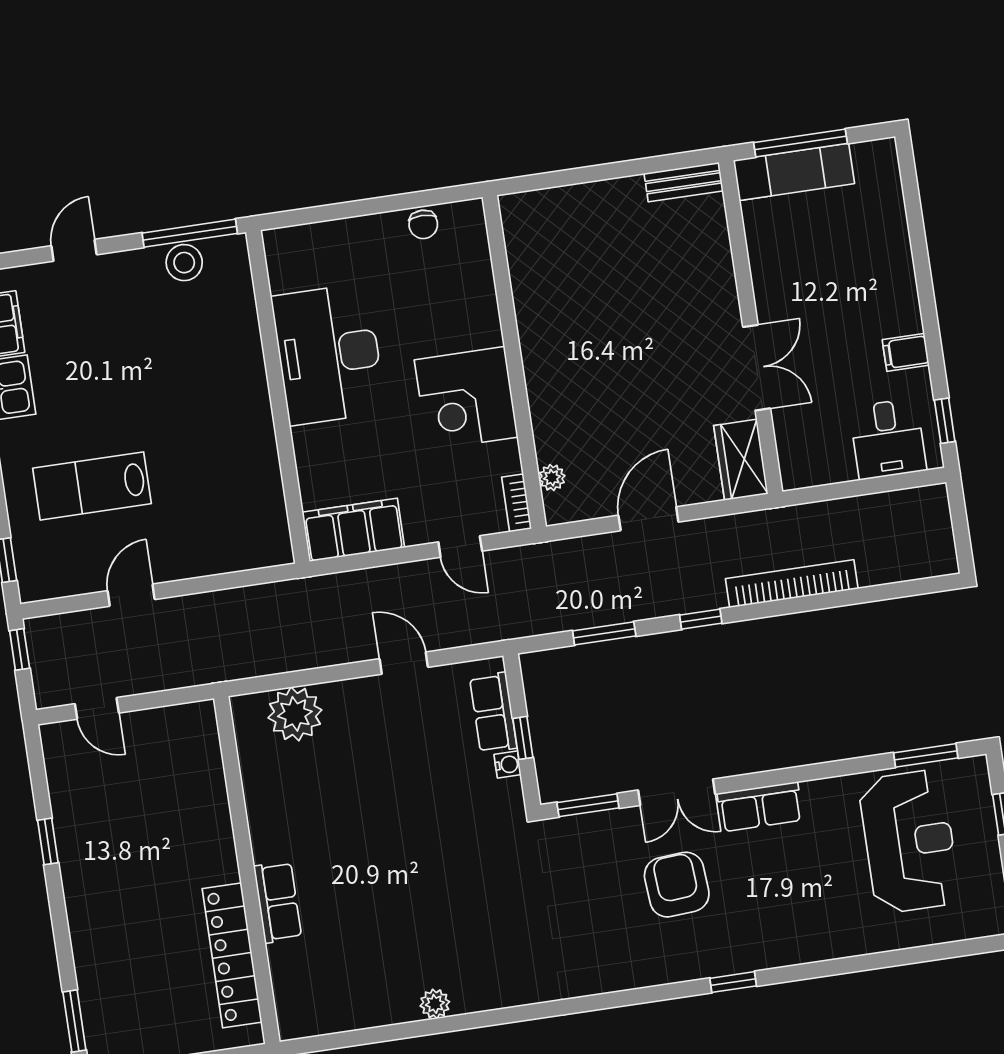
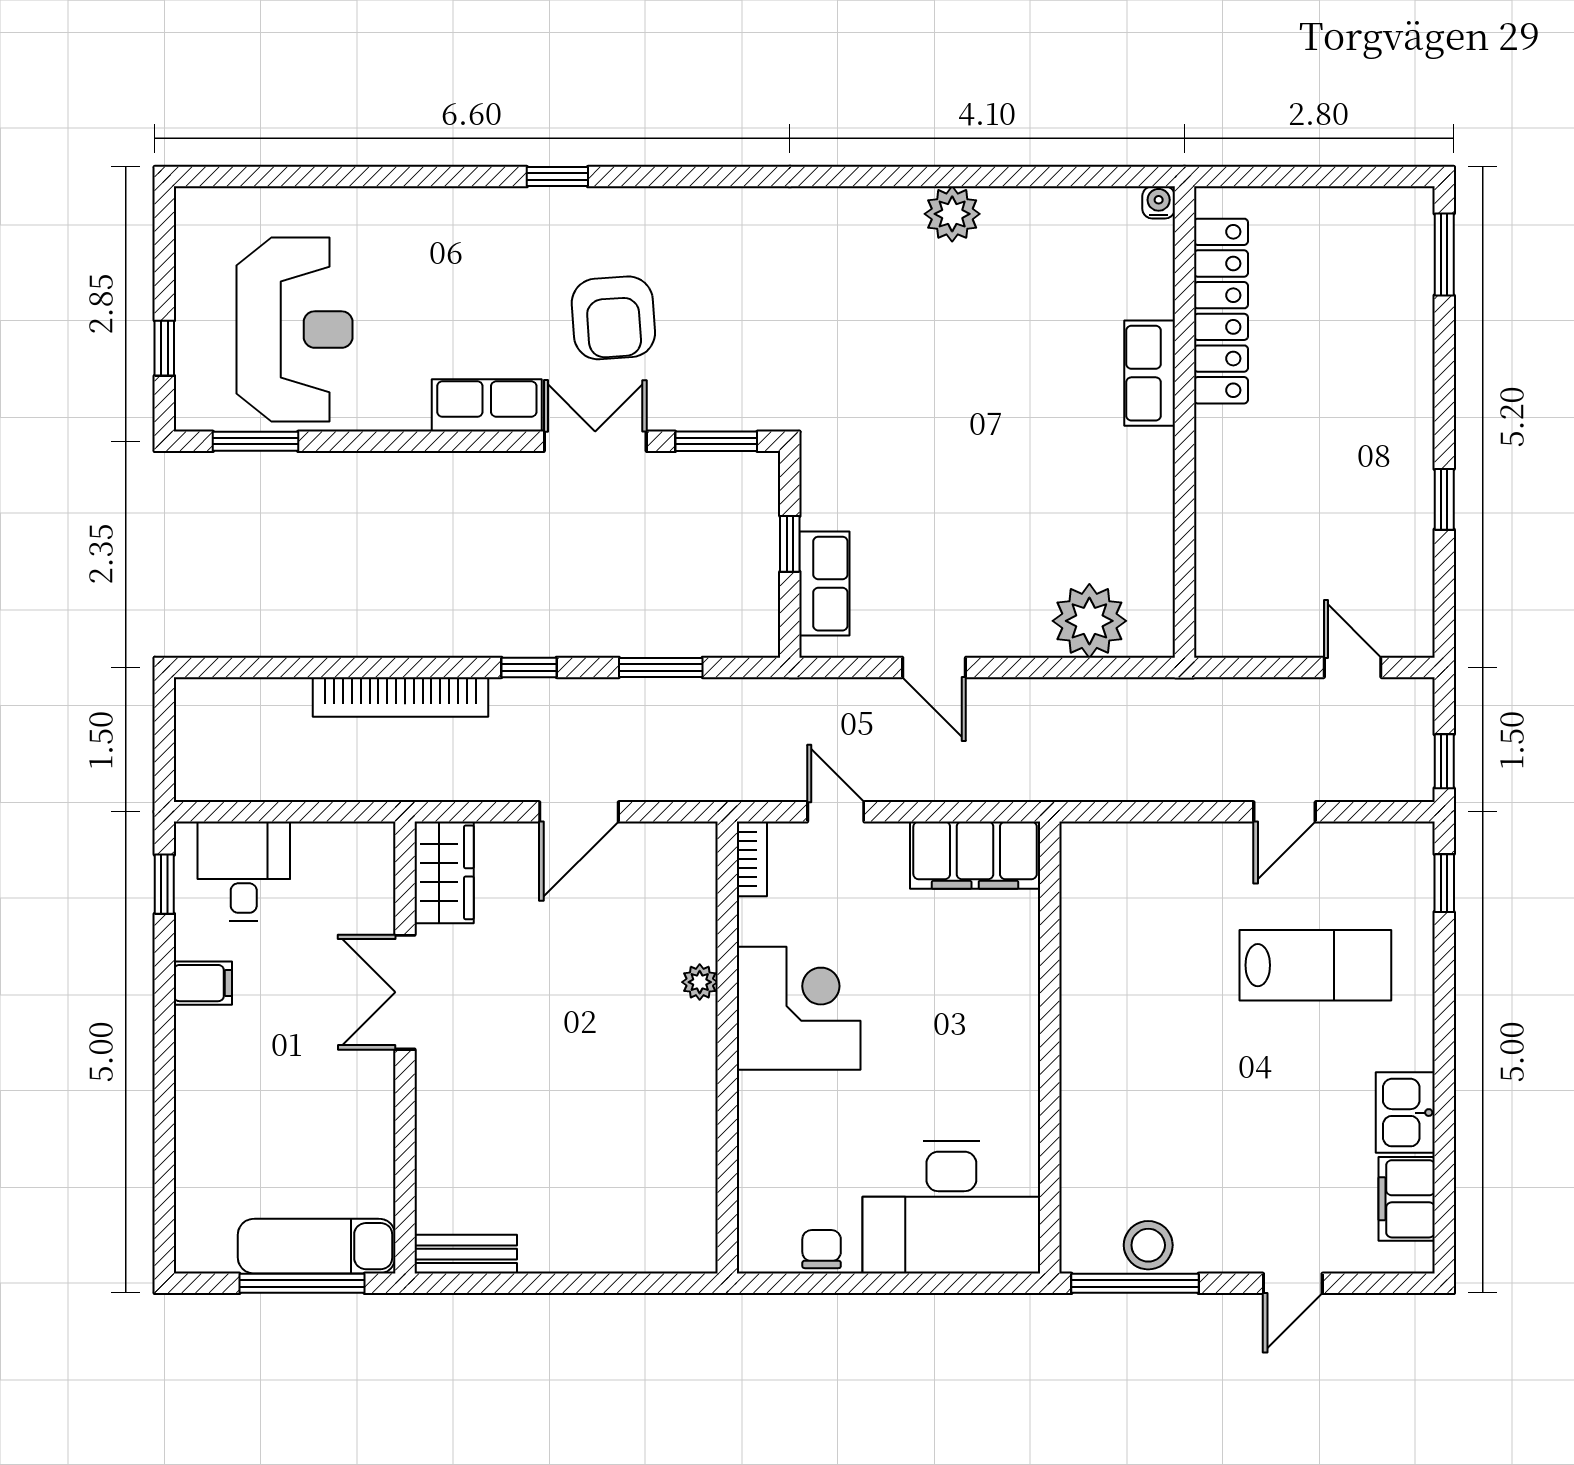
desk: (329, 354) -> (951, 1207), moved, turned 90
plant: (552, 478) -> (700, 982), moved
water cooler: (508, 765) -> (1159, 202), moved, turned 90
reception desk: (909, 842) -> (295, 330), turned 180
plant: (435, 1004) -> (952, 214), width x1.38, depth x1.38

